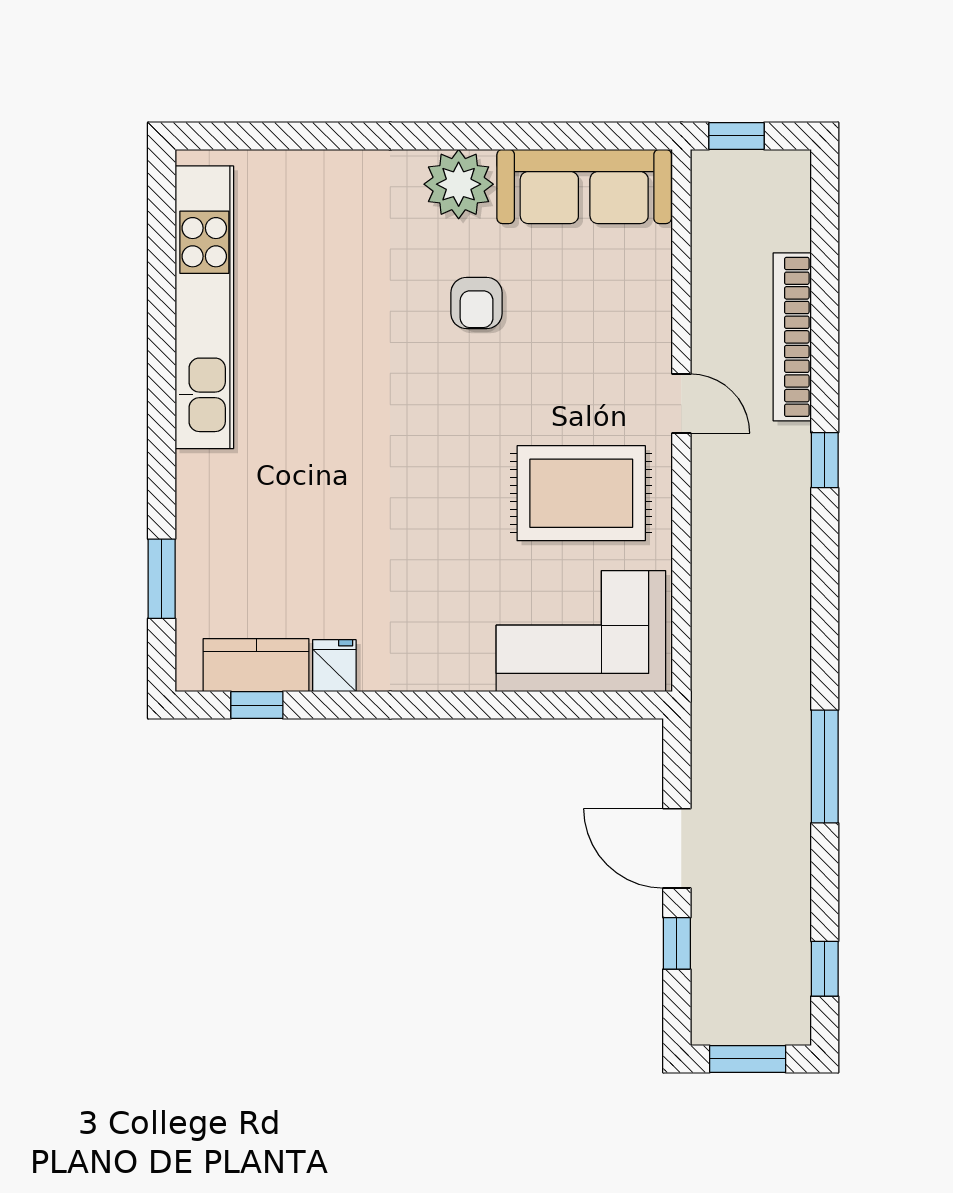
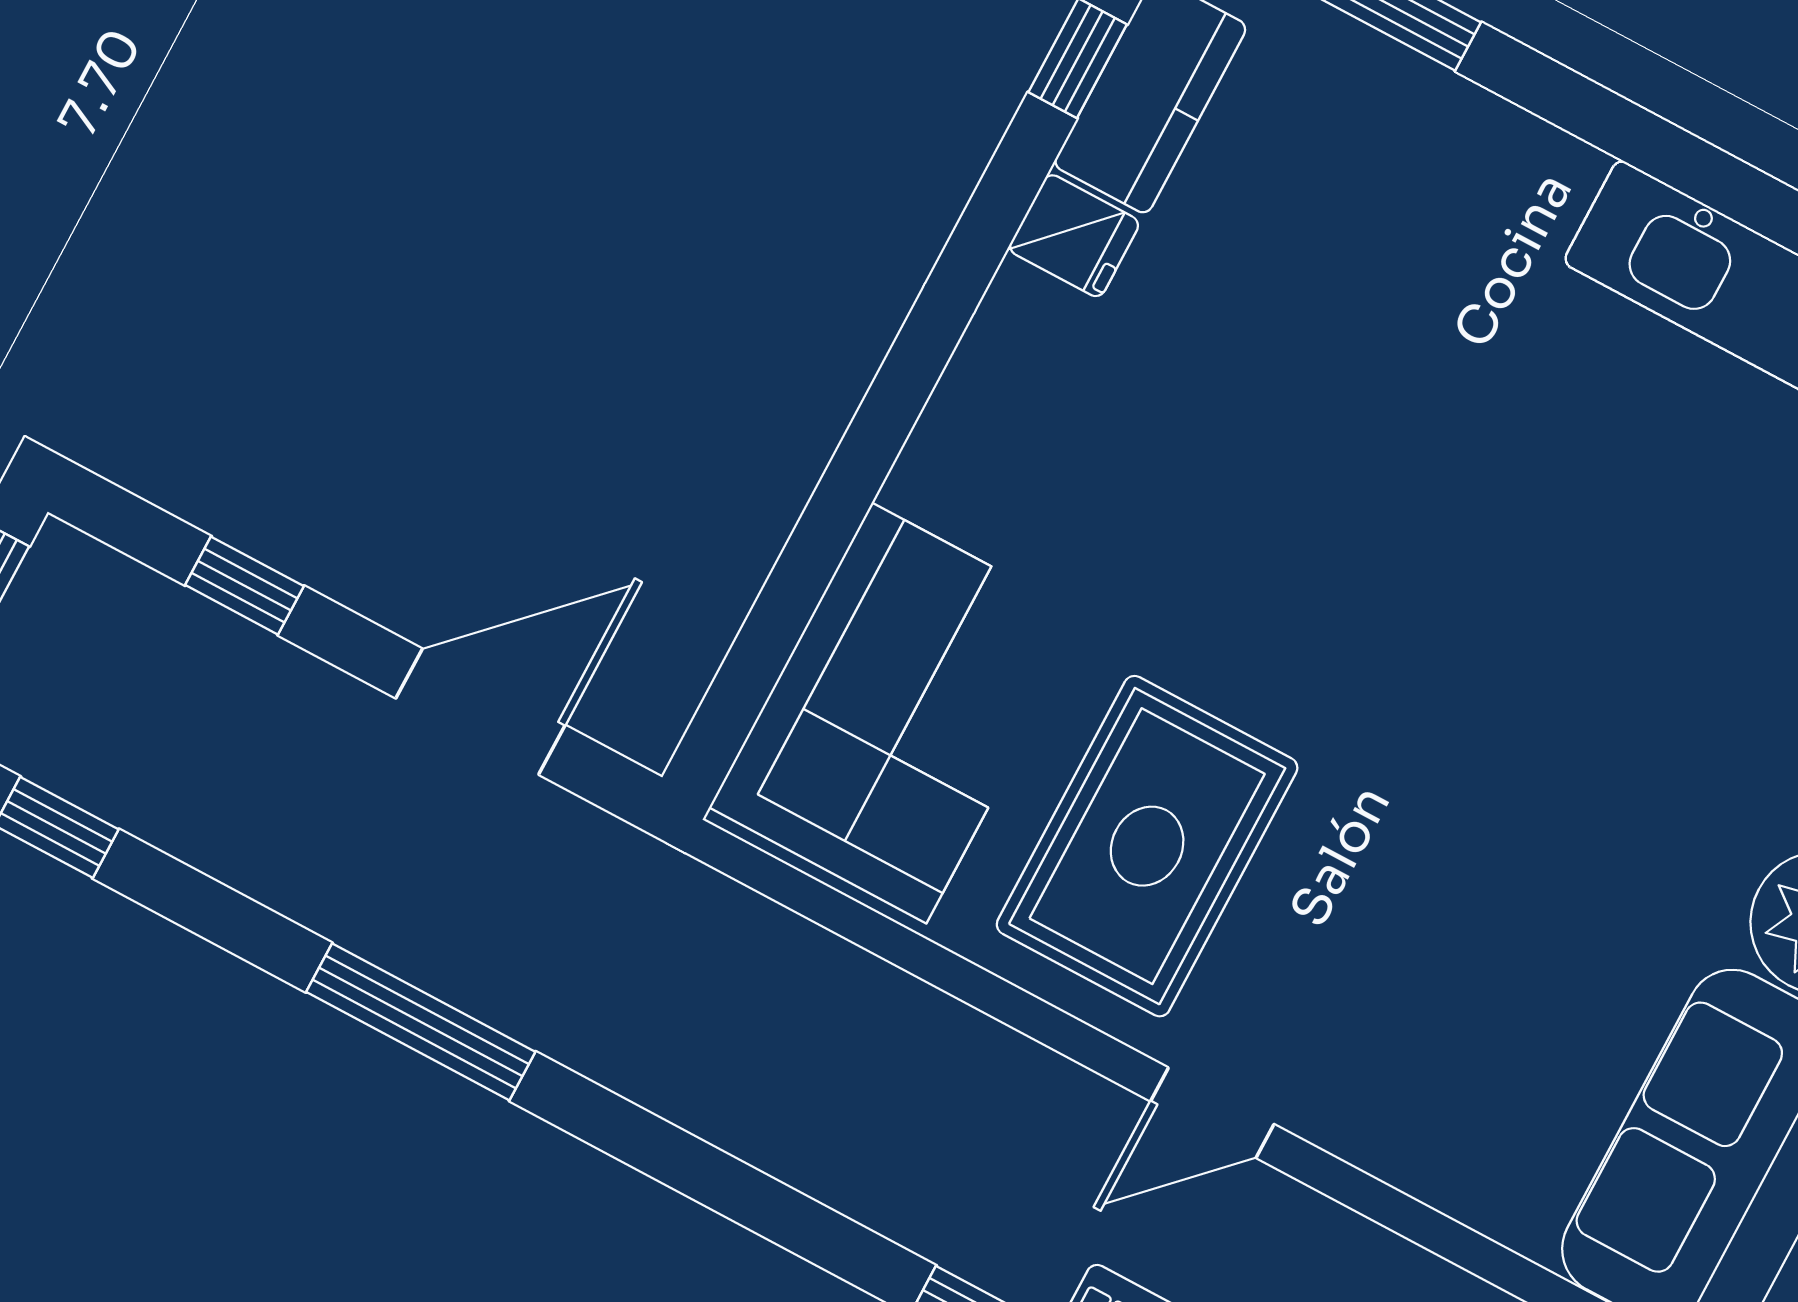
armchair: (477, 303) -> (1590, 840), removed
door: (677, 848) -> (481, 712), moved

